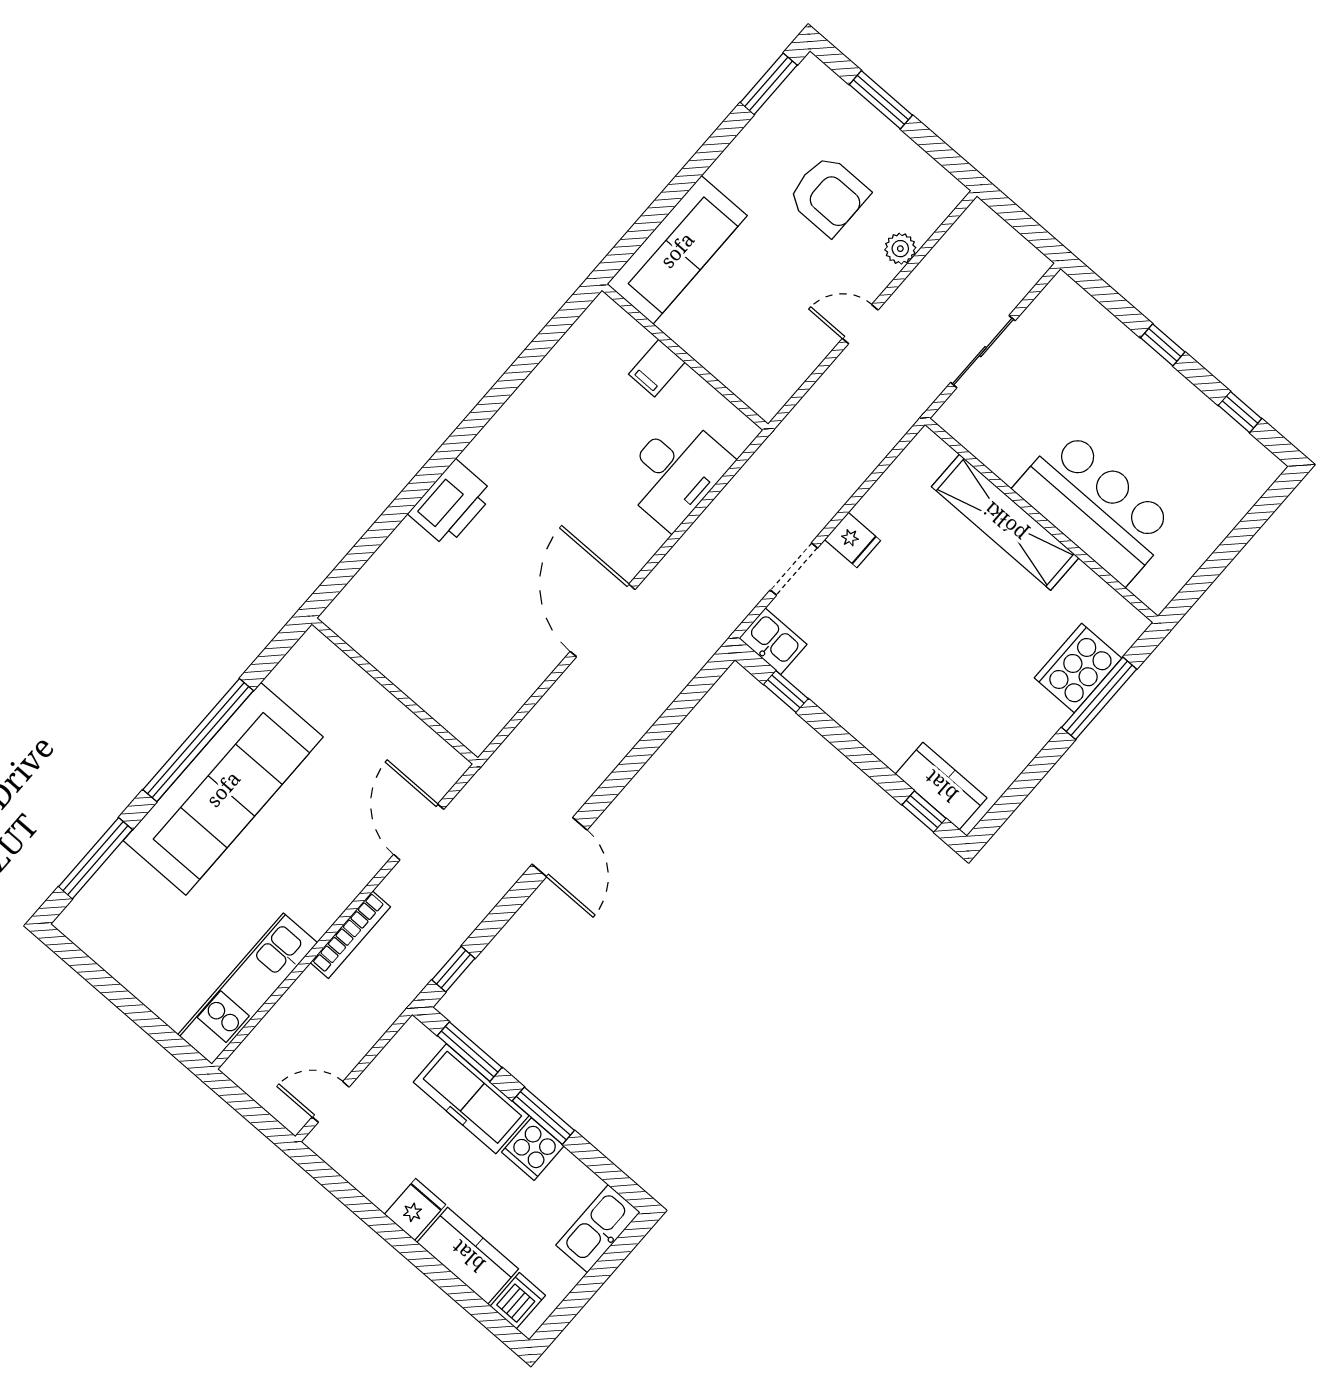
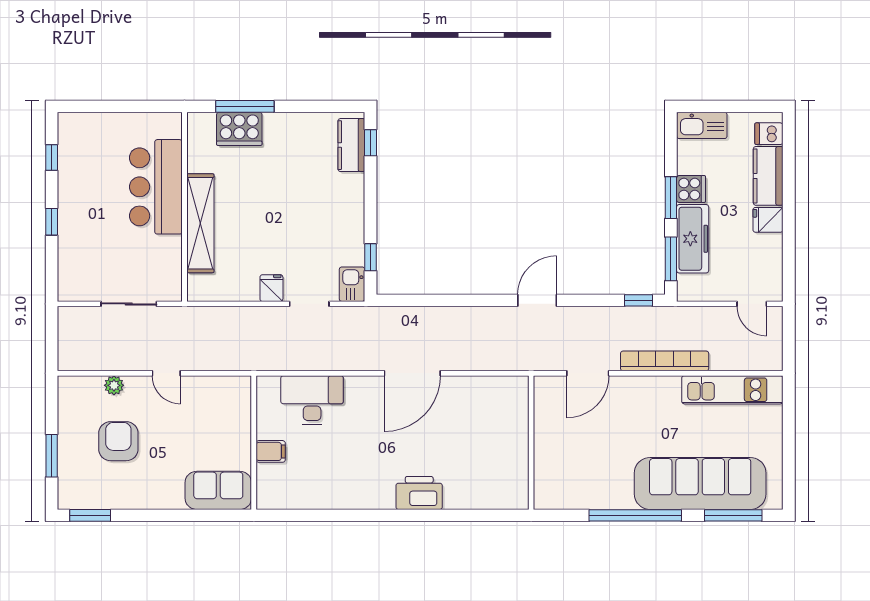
sofa: (677, 250) -> (218, 490), width x0.73
sofa: (223, 789) -> (700, 483), moved
bookcase: (350, 935) -> (665, 361), width x1.48, depth x1.31

